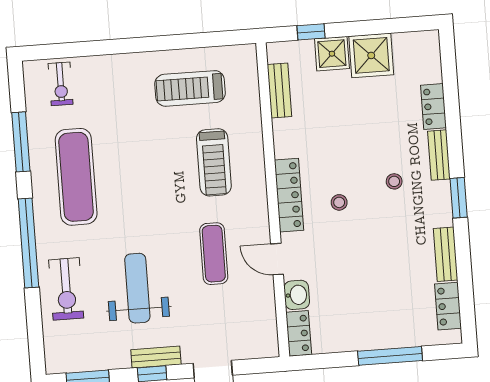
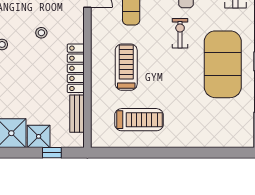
exercise bike: (61, 84) -> (180, 33), moved
exercise mat: (76, 177) -> (223, 64), width x1.47
locker: (289, 195) -> (76, 68), moved

